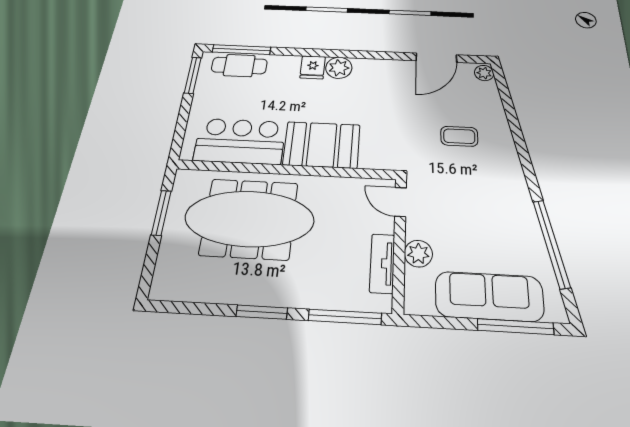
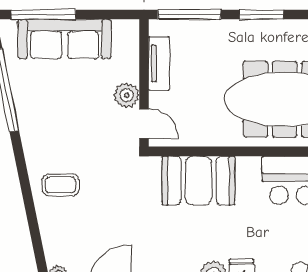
coffee table: (459, 136) -> (60, 185), moved
booth: (322, 145) -> (199, 181), moved
plant: (418, 254) -> (127, 95), moved

